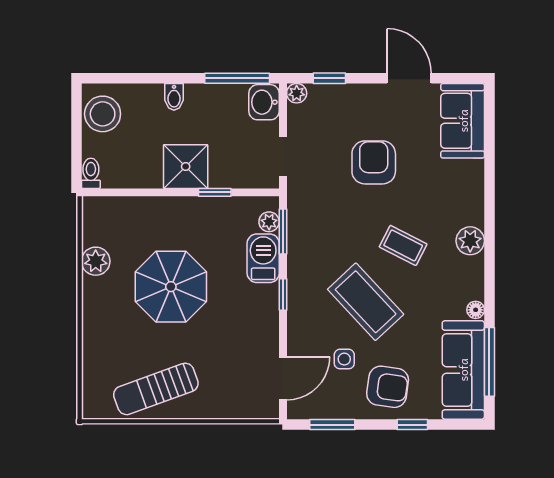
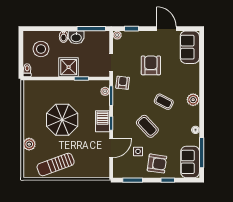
washbasin: (264, 102) -> (76, 37), moved, turned -90
stool: (103, 114) -> (41, 49), moved
armchair: (309, 202) -> (123, 83), added
barbecue: (263, 258) -> (103, 121), moved
plant: (96, 261) -> (29, 144), moved
coffee table: (366, 302) -> (147, 126), width x0.73, depth x0.76
sofa: (463, 370) -> (190, 162), width x0.73
door: (283, 378) -> (111, 148), moved

